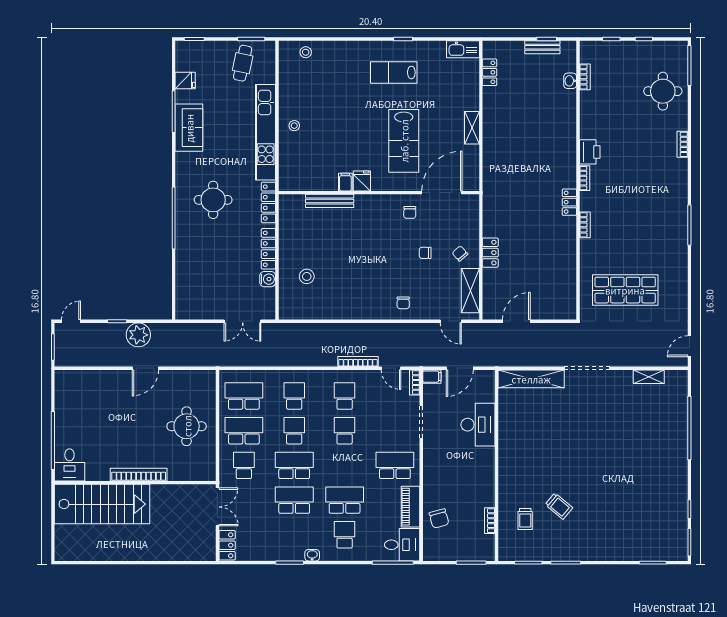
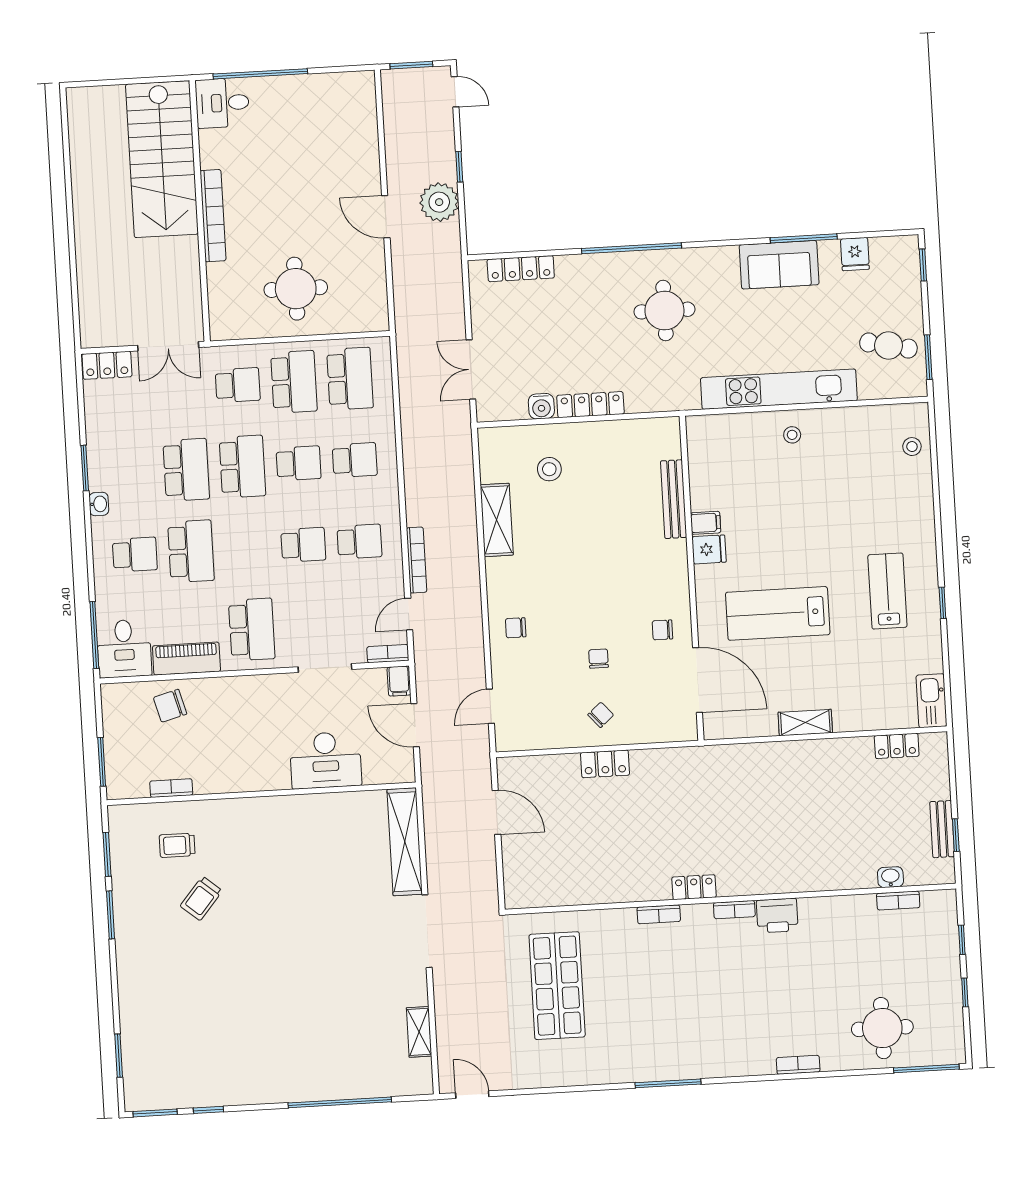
locker: (268, 203) -> (521, 269), moved, turned 180
shelving: (470, 291) -> (497, 520), moved, turned 90

